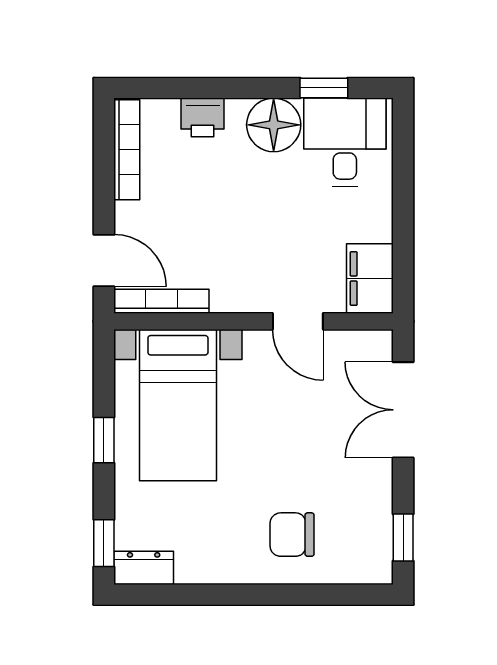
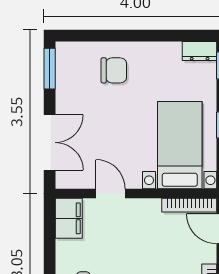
window: (403, 538) -> (50, 69), width x1.50

